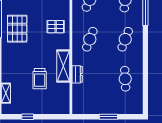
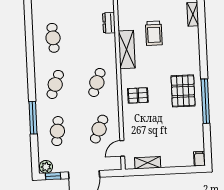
dresser: (77, 74) -> (109, 23), moved
trolley: (40, 79) -> (154, 33), turned 180

